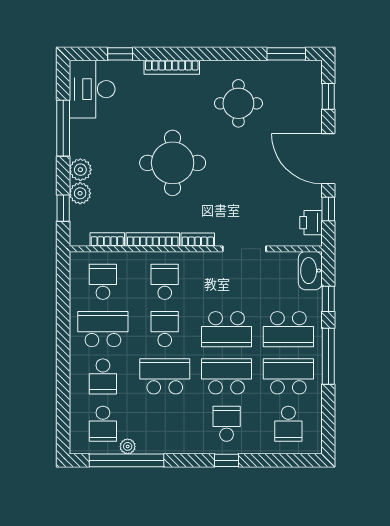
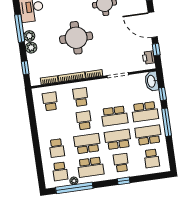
plant: (80, 193) -> (29, 36), moved
school desk: (103, 329) -> (91, 167), moved, turned 180

